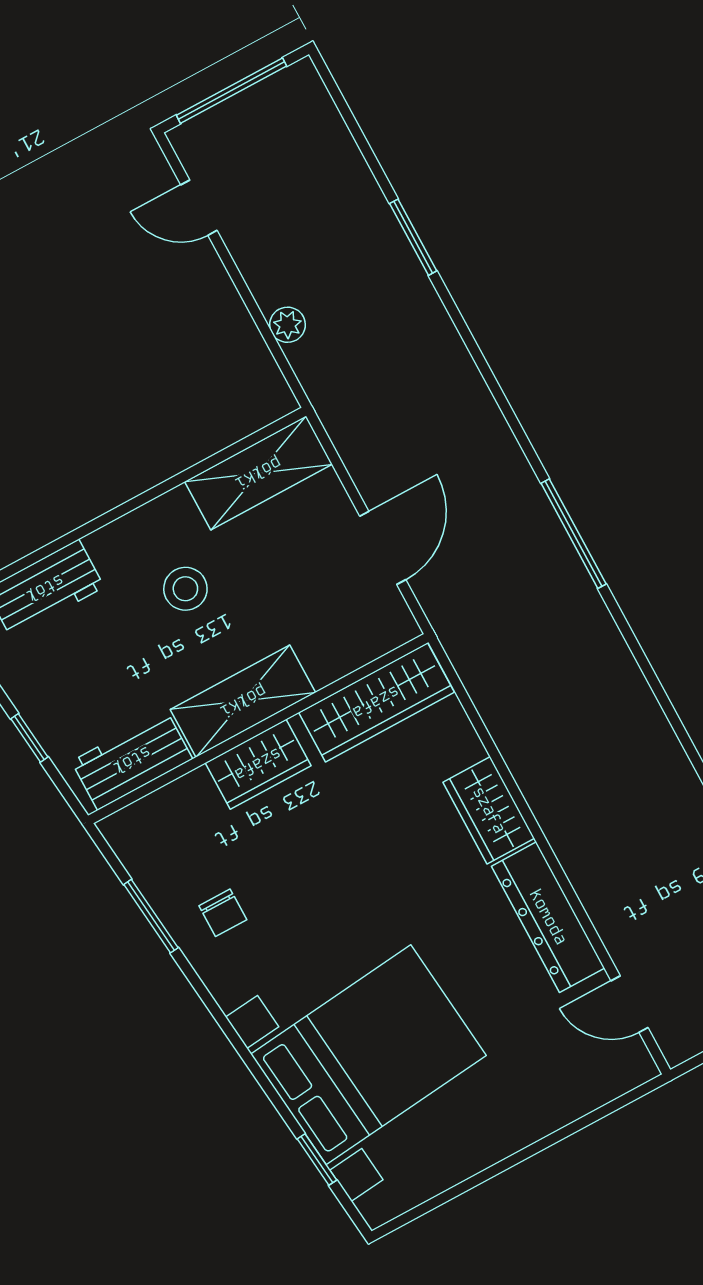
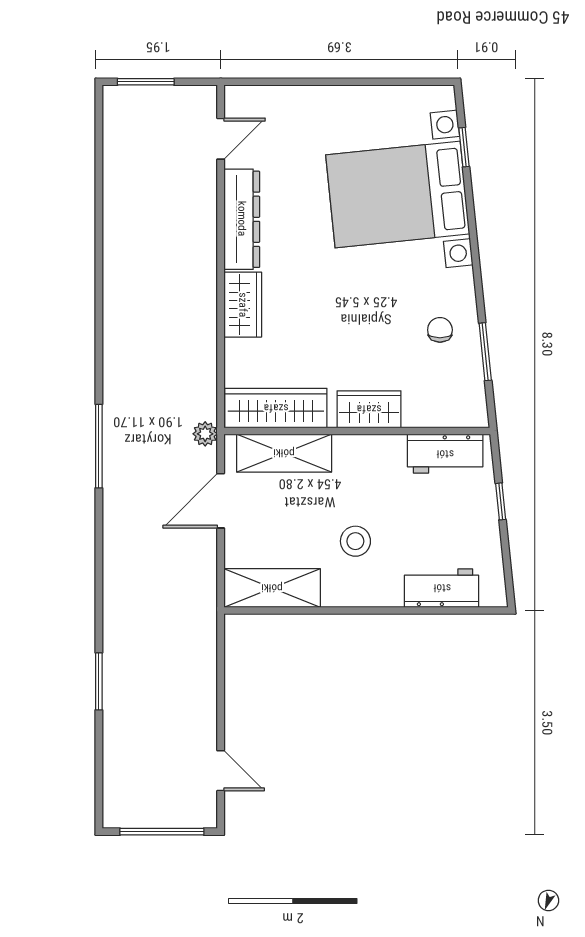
plant: (287, 325) -> (205, 434), moved
shelving: (243, 701) -> (284, 453), moved
door: (630, 1004) -> (221, 139), hinge flipped

